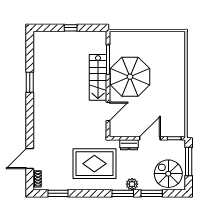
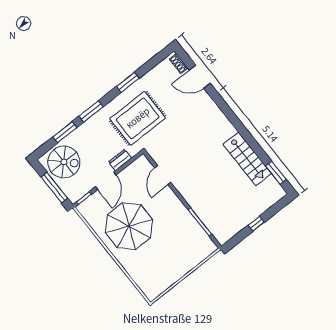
stairs: (98, 77) -> (247, 159), moved, turned 180
parasol: (130, 77) -> (129, 226), moved
window: (30, 82) -> (276, 173), moved
door: (30, 158) -> (200, 77), swing flipped
plant: (132, 184) -> (89, 127), removed
window: (58, 193) -> (128, 82), moved

